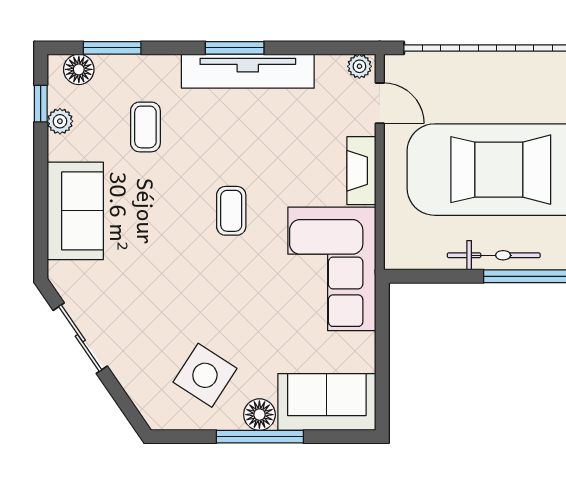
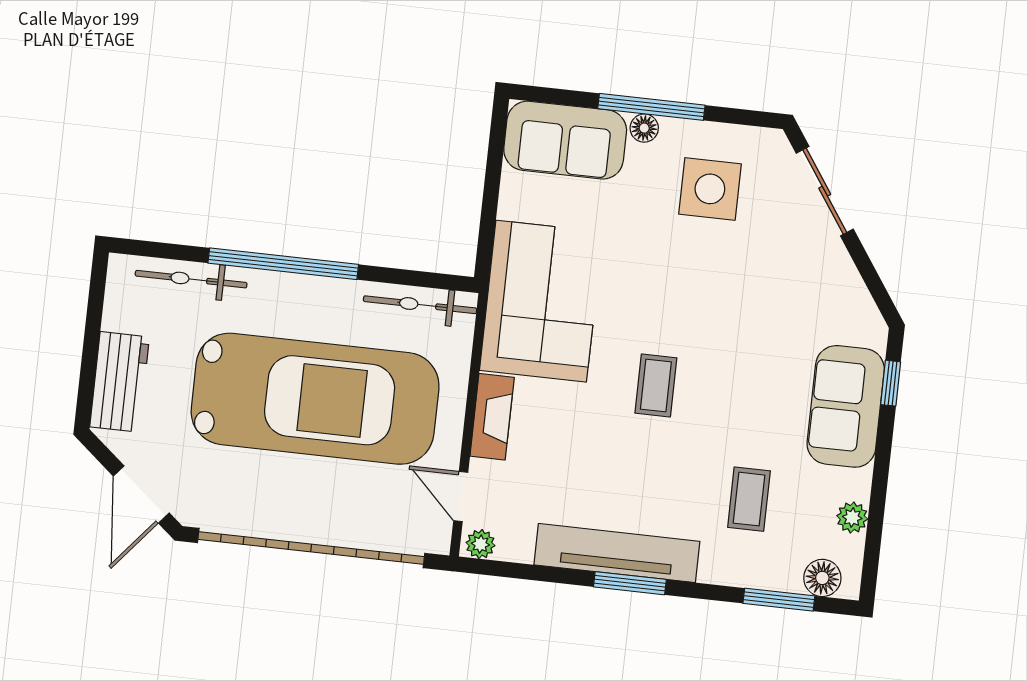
window: (41, 104) -> (891, 383), moved
bicycle: (494, 255) -> (420, 305), moved
sliding door: (80, 338) -> (825, 191), moved
side table: (205, 375) -> (710, 189), turned -33
floor lamp: (259, 415) -> (644, 128), width x0.73, depth x0.73

